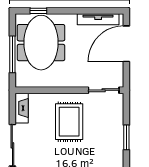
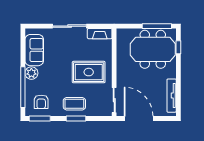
door: (126, 44) -> (139, 118), moved
window: (12, 54) -> (157, 26), moved
coffee table: (108, 139) -> (74, 104), added

